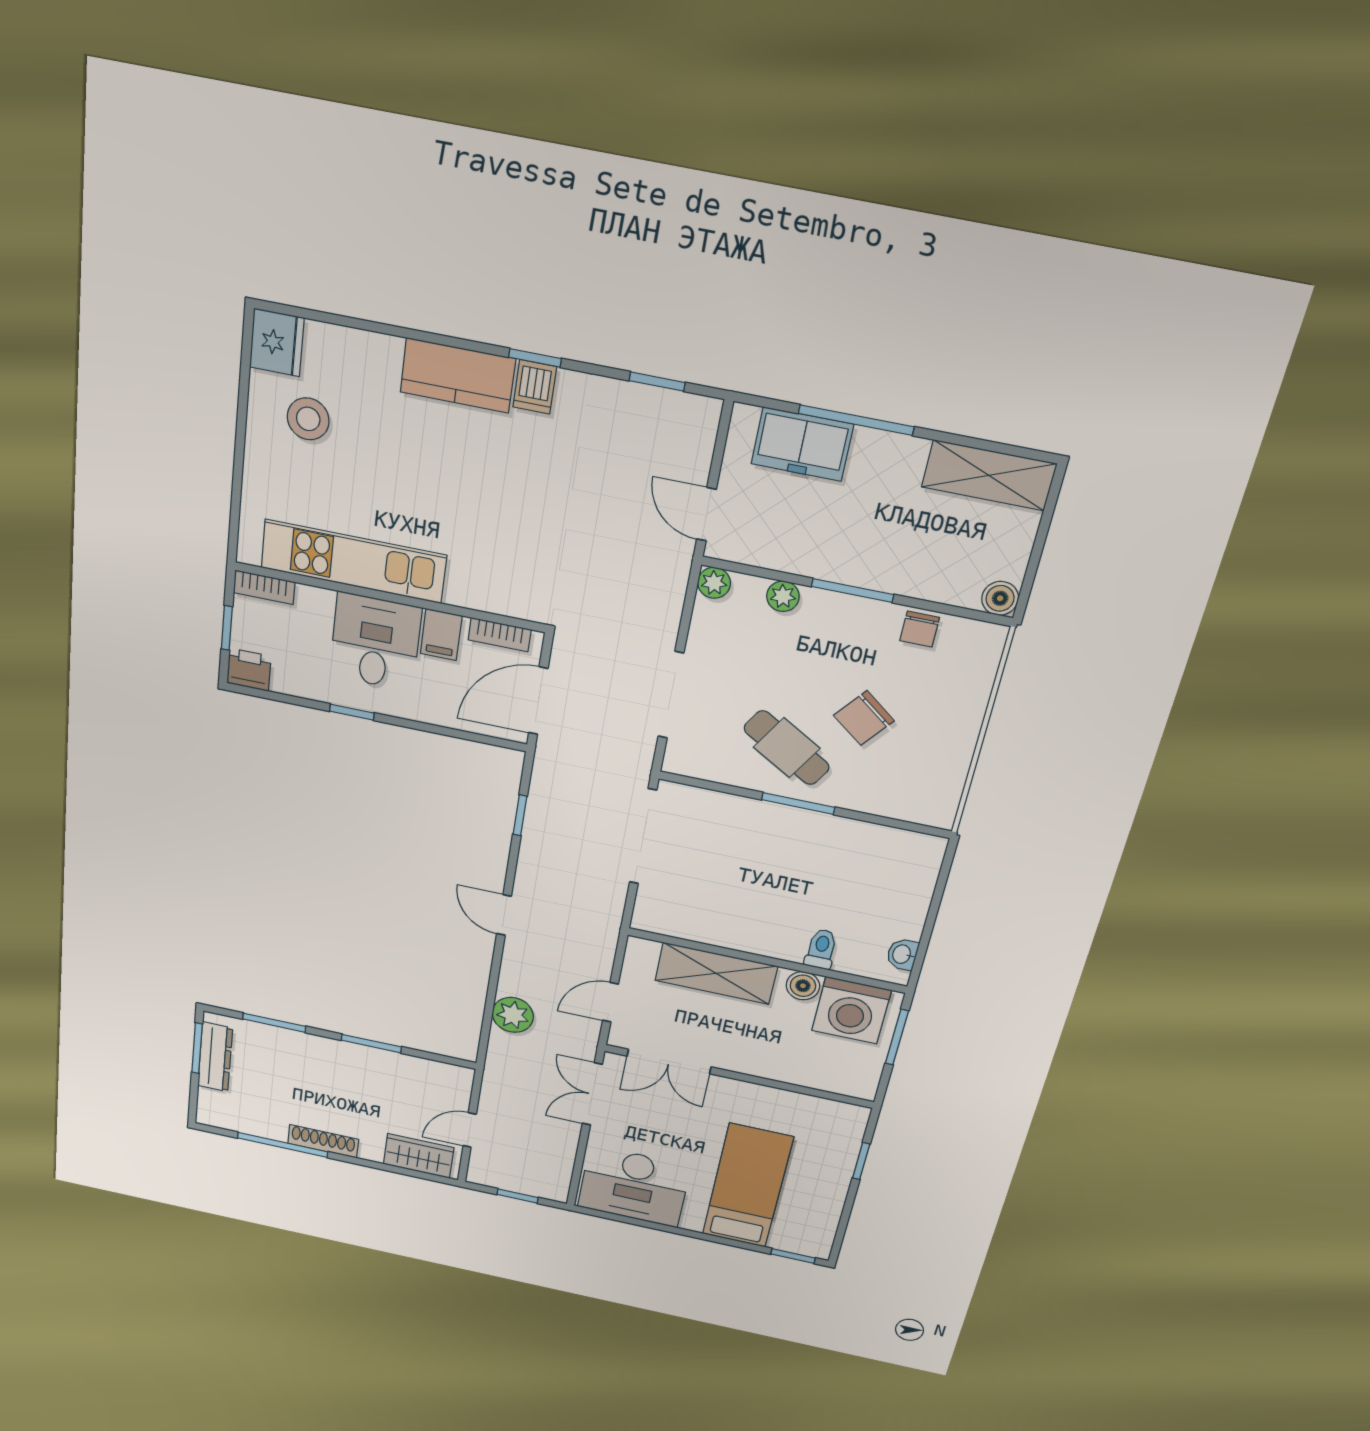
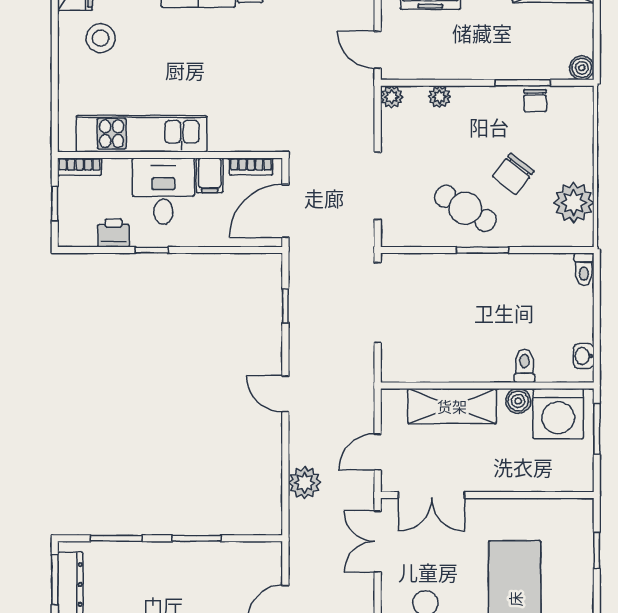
window: (852, 590) -> (523, 83), moved
printer: (249, 670) -> (113, 233), moved
plant: (939, 771) -> (574, 203), added
toilet: (931, 855) -> (584, 269), added

